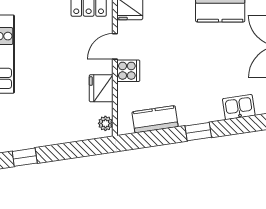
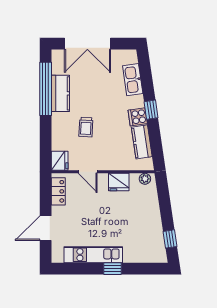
trolley: (175, 44) -> (86, 127), added
cooker: (128, 71) -> (138, 117), moved, turned -98
kitchen sink: (239, 107) -> (133, 80), width x1.38

